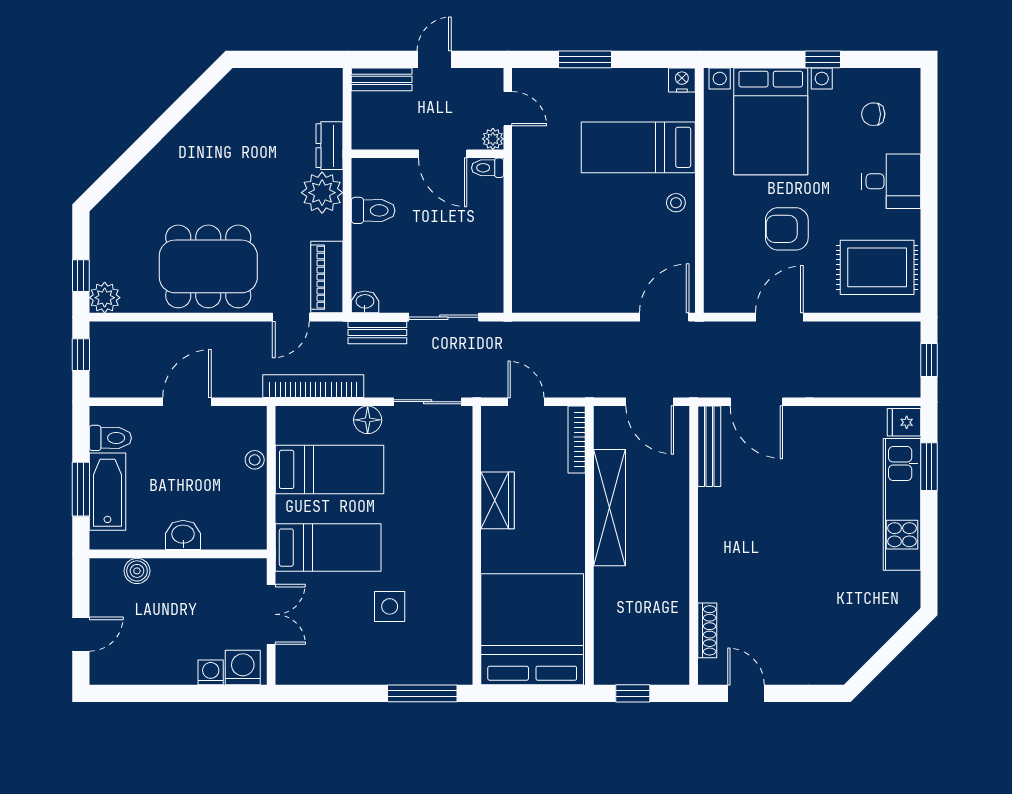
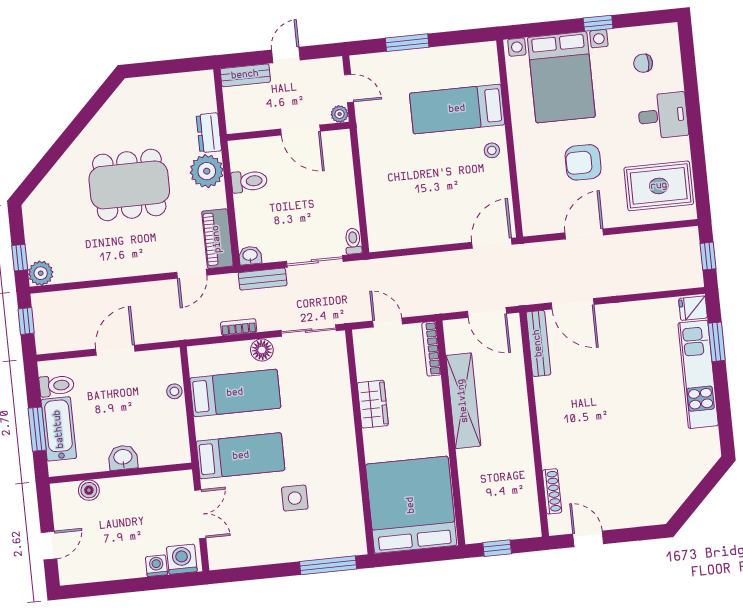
nightstand: (682, 80) -> (487, 51), removed
toilet: (488, 168) -> (353, 241), moved, turned 90
dining table: (208, 266) -> (129, 185), moved
bookcase: (313, 386) -> (239, 327), width x0.43, depth x0.76

